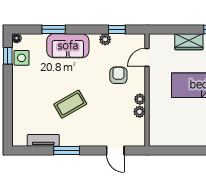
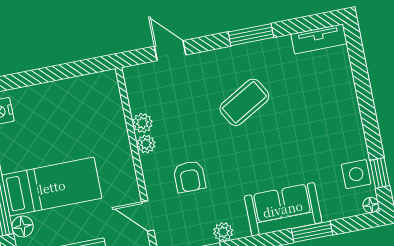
door: (147, 57) -> (148, 216), swing flipped
coffee table: (70, 104) -> (244, 102), moved
tv unit: (43, 140) -> (319, 39), moved

